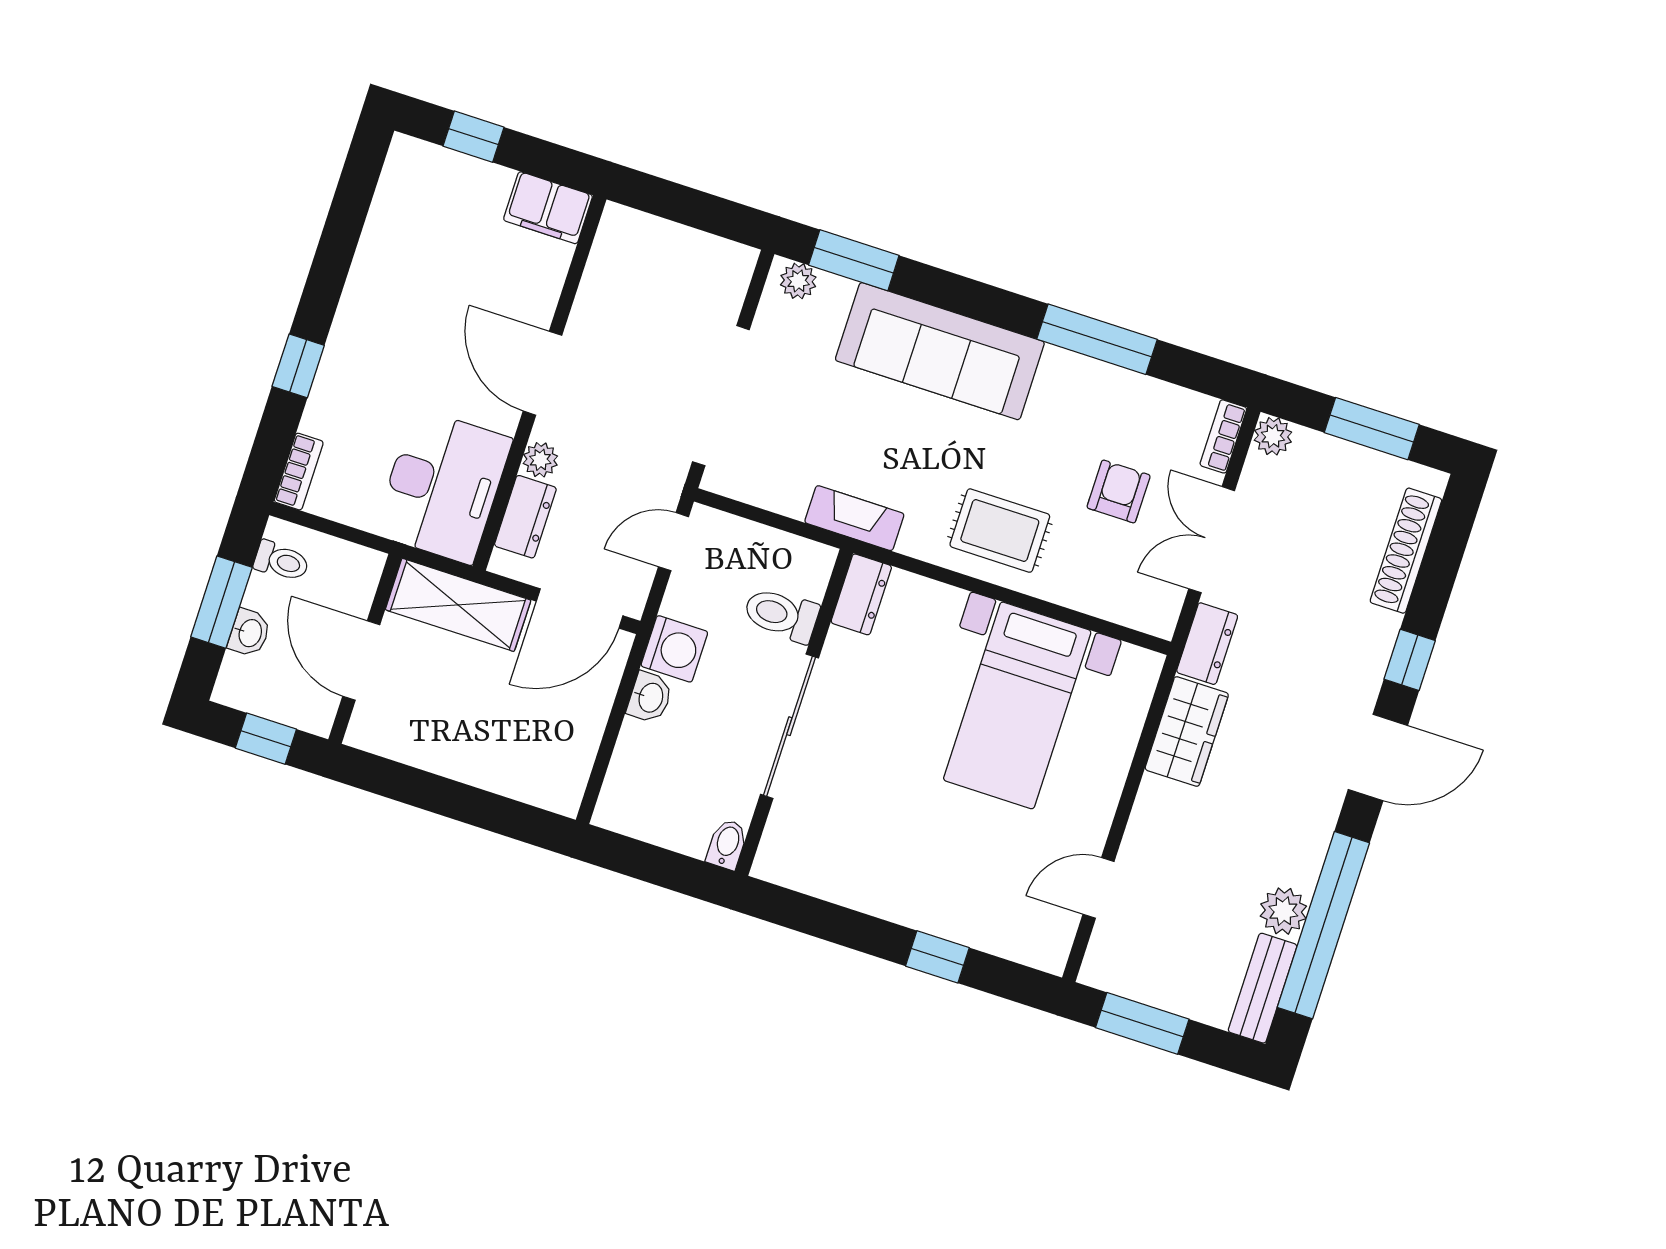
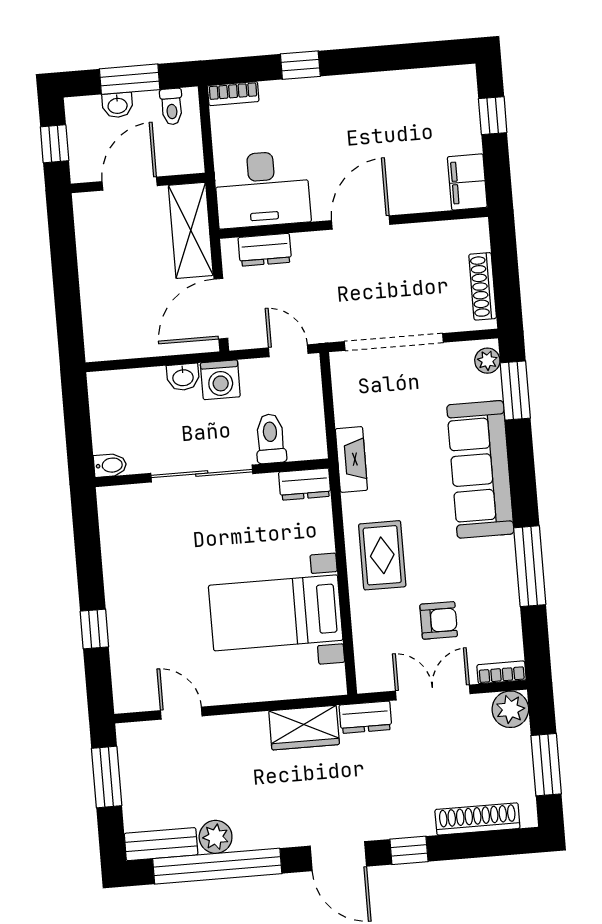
shoe rack: (696, 246) -> (483, 286), added
plant: (1273, 436) -> (510, 709), width x1.38, depth x1.38
plant: (540, 460) -> (305, 244), removed
door: (580, 609) -> (221, 309), hinge flipped

